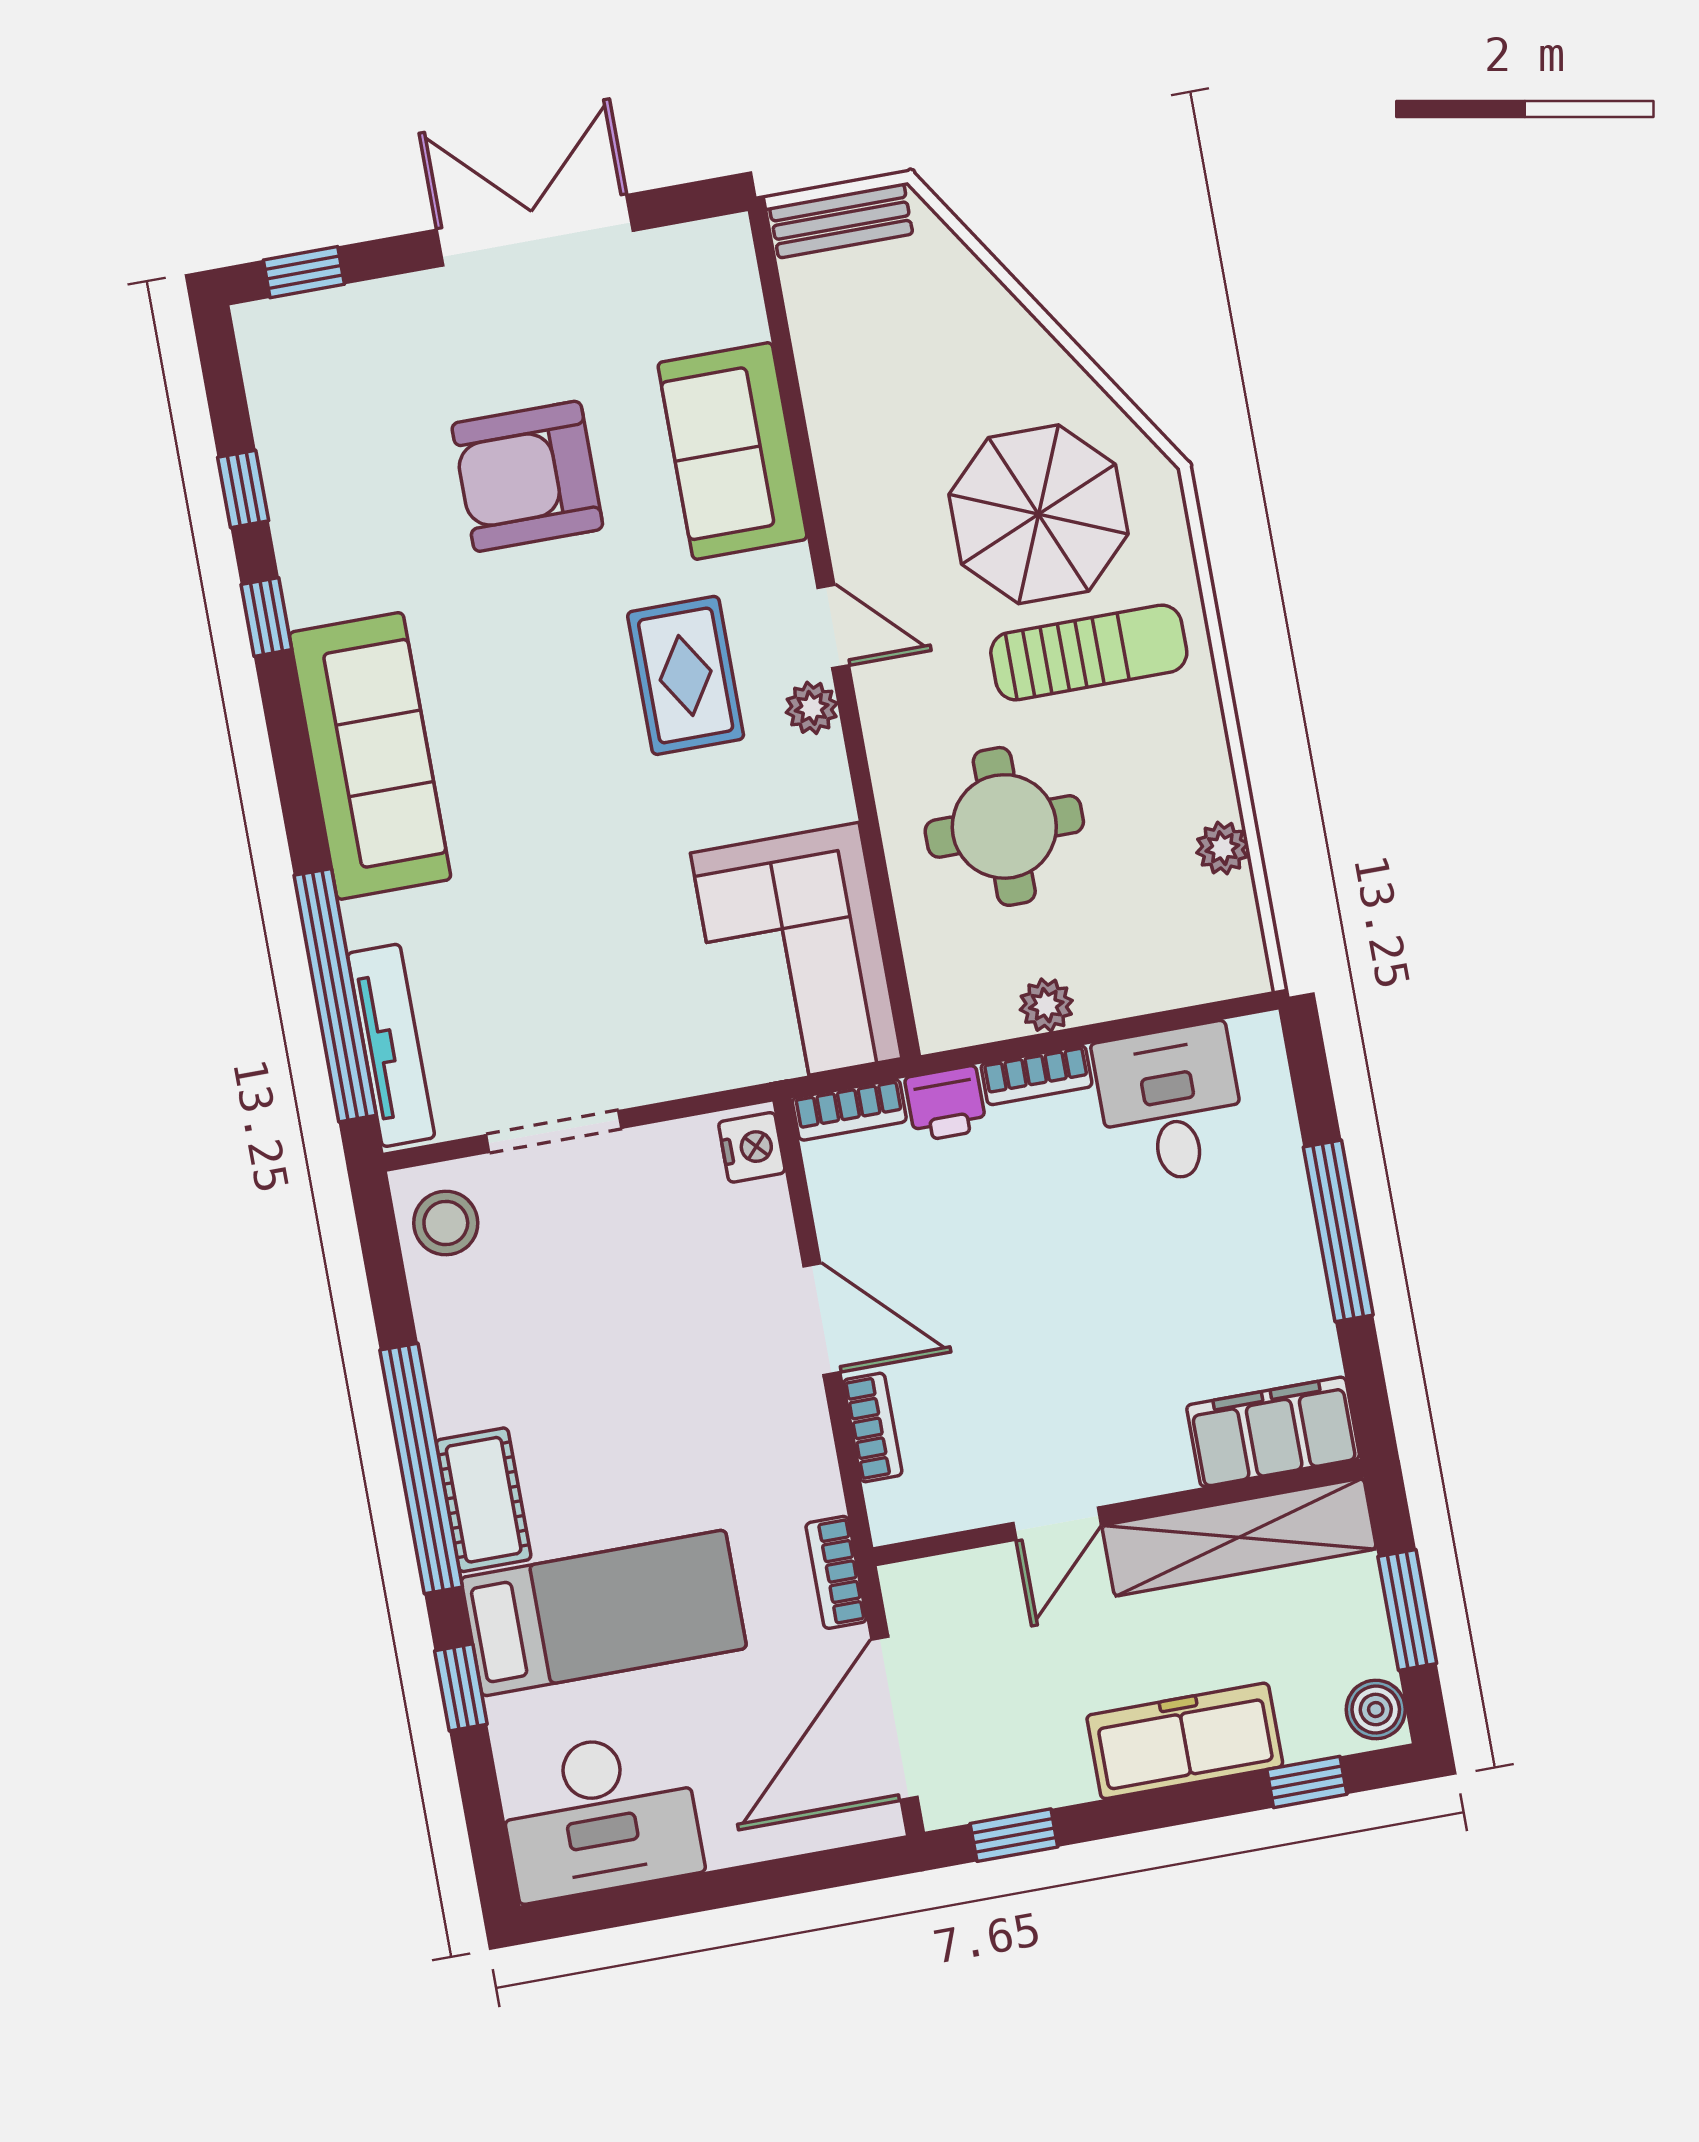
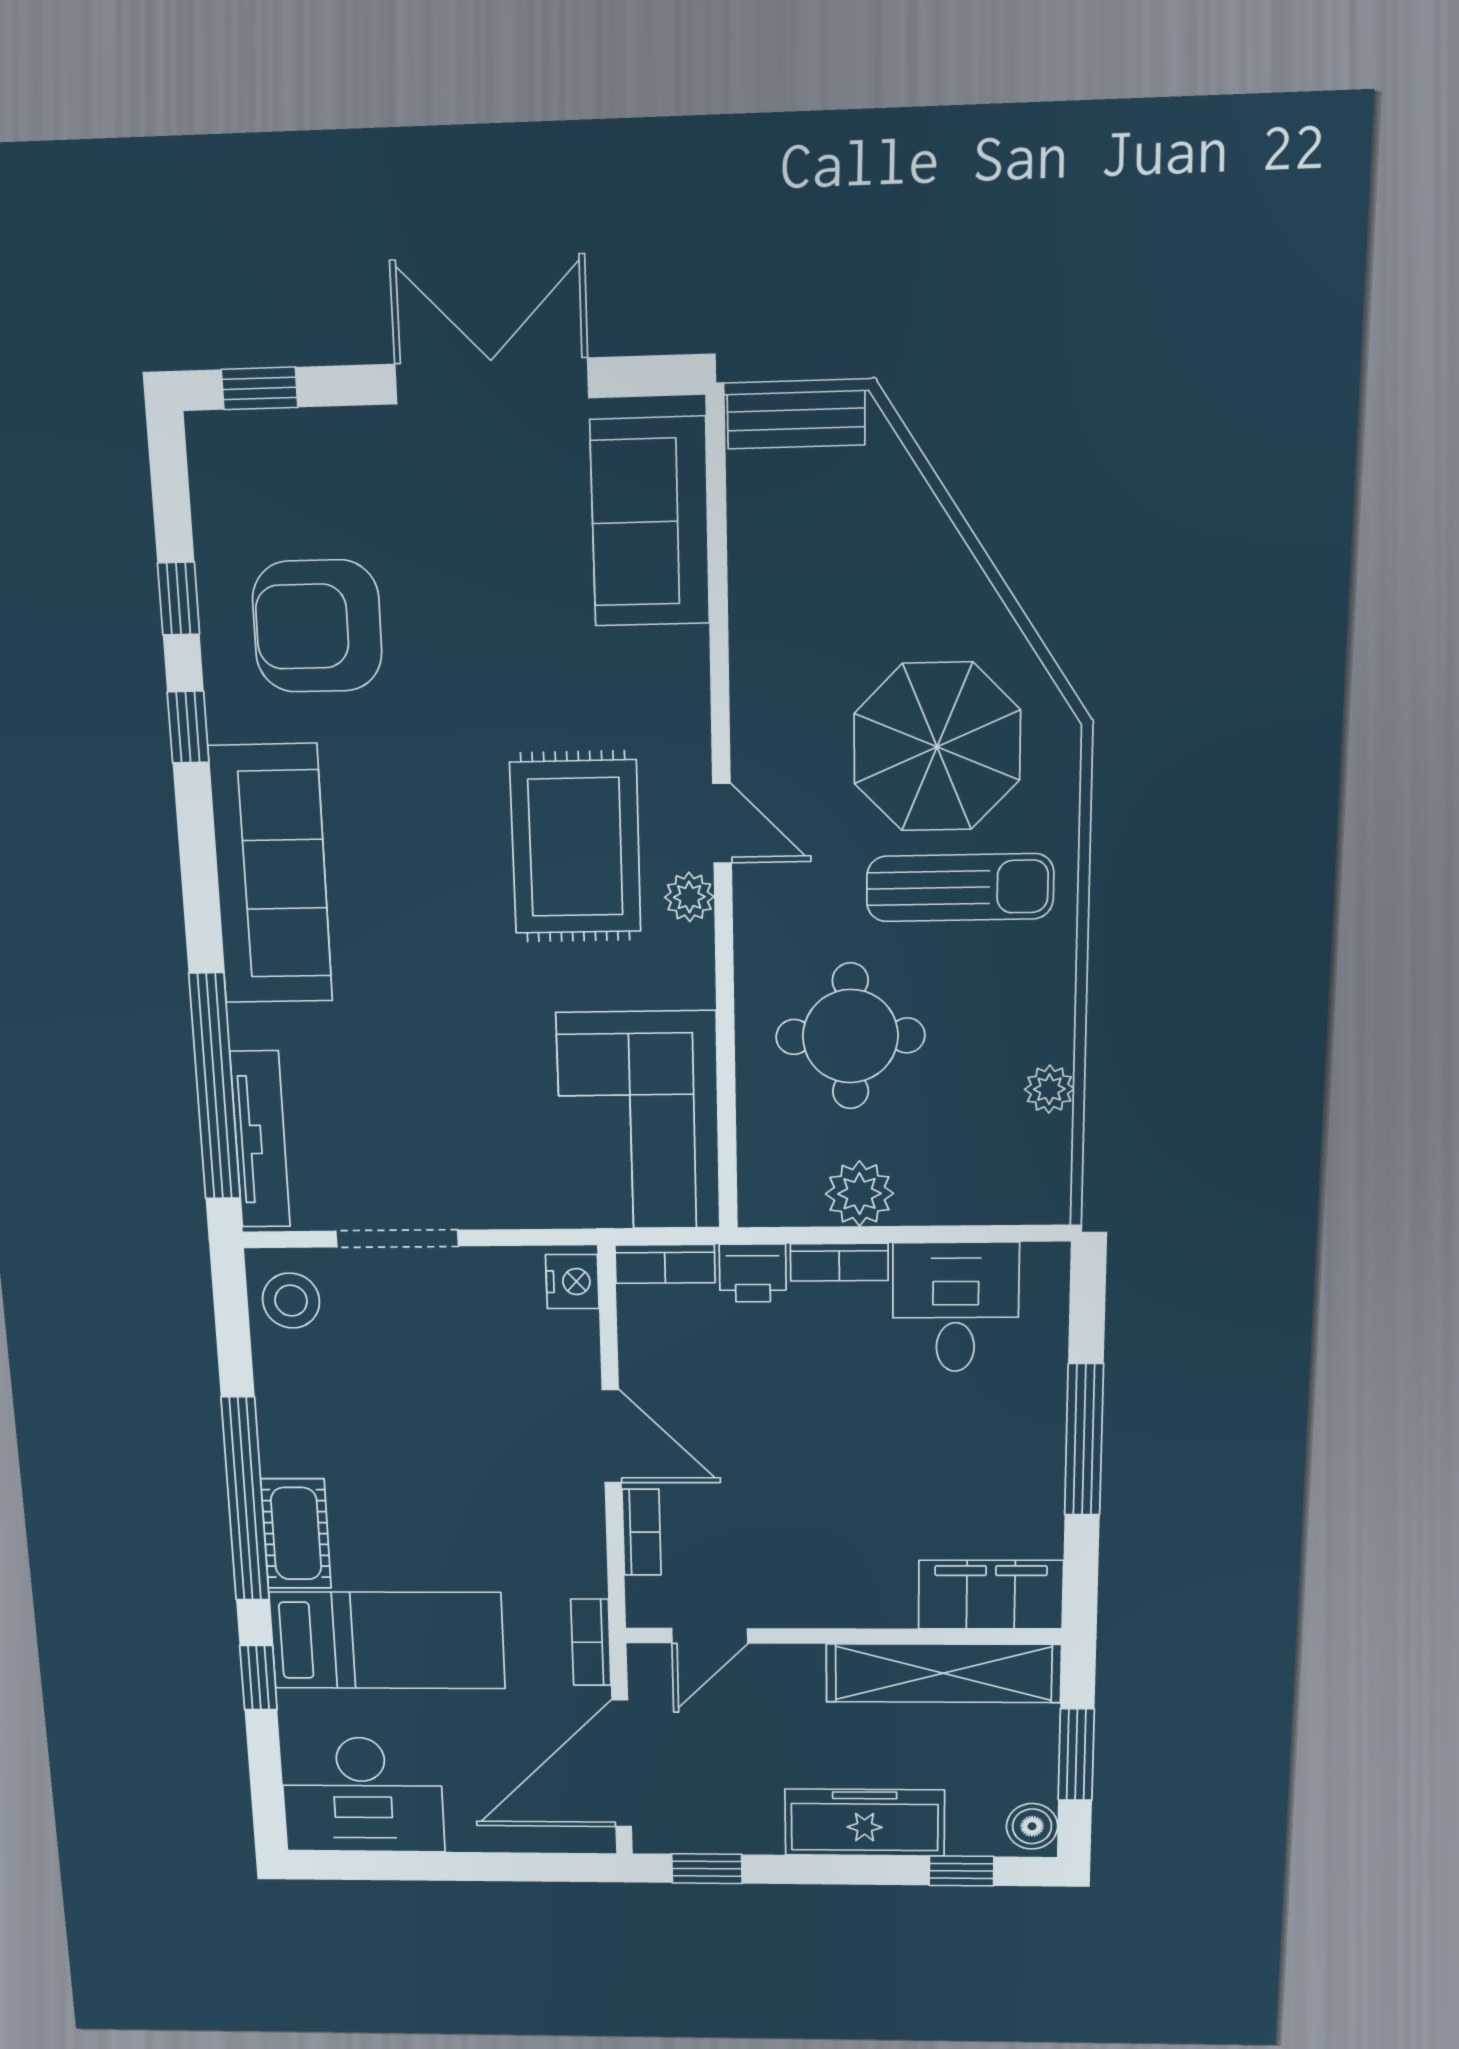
sofa: (732, 451) -> (650, 522), moved
armchair: (527, 476) -> (317, 626), moved
rug: (686, 675) -> (575, 847), width x1.36, depth x1.43
plant: (1046, 1005) -> (859, 1194), width x1.38, depth x1.38
door: (1057, 1524) -> (710, 1636), moved

